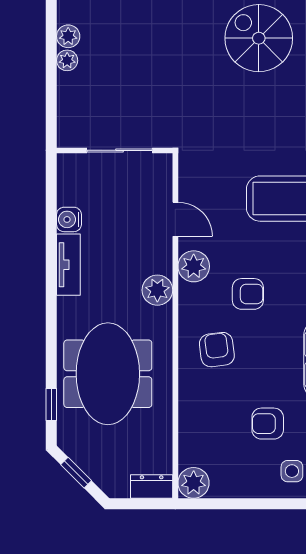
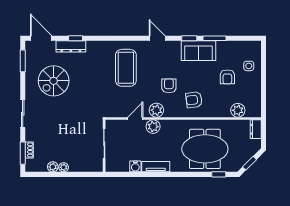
plant: (157, 290) -> (153, 127), moved
plant: (194, 483) -> (238, 110), moved

